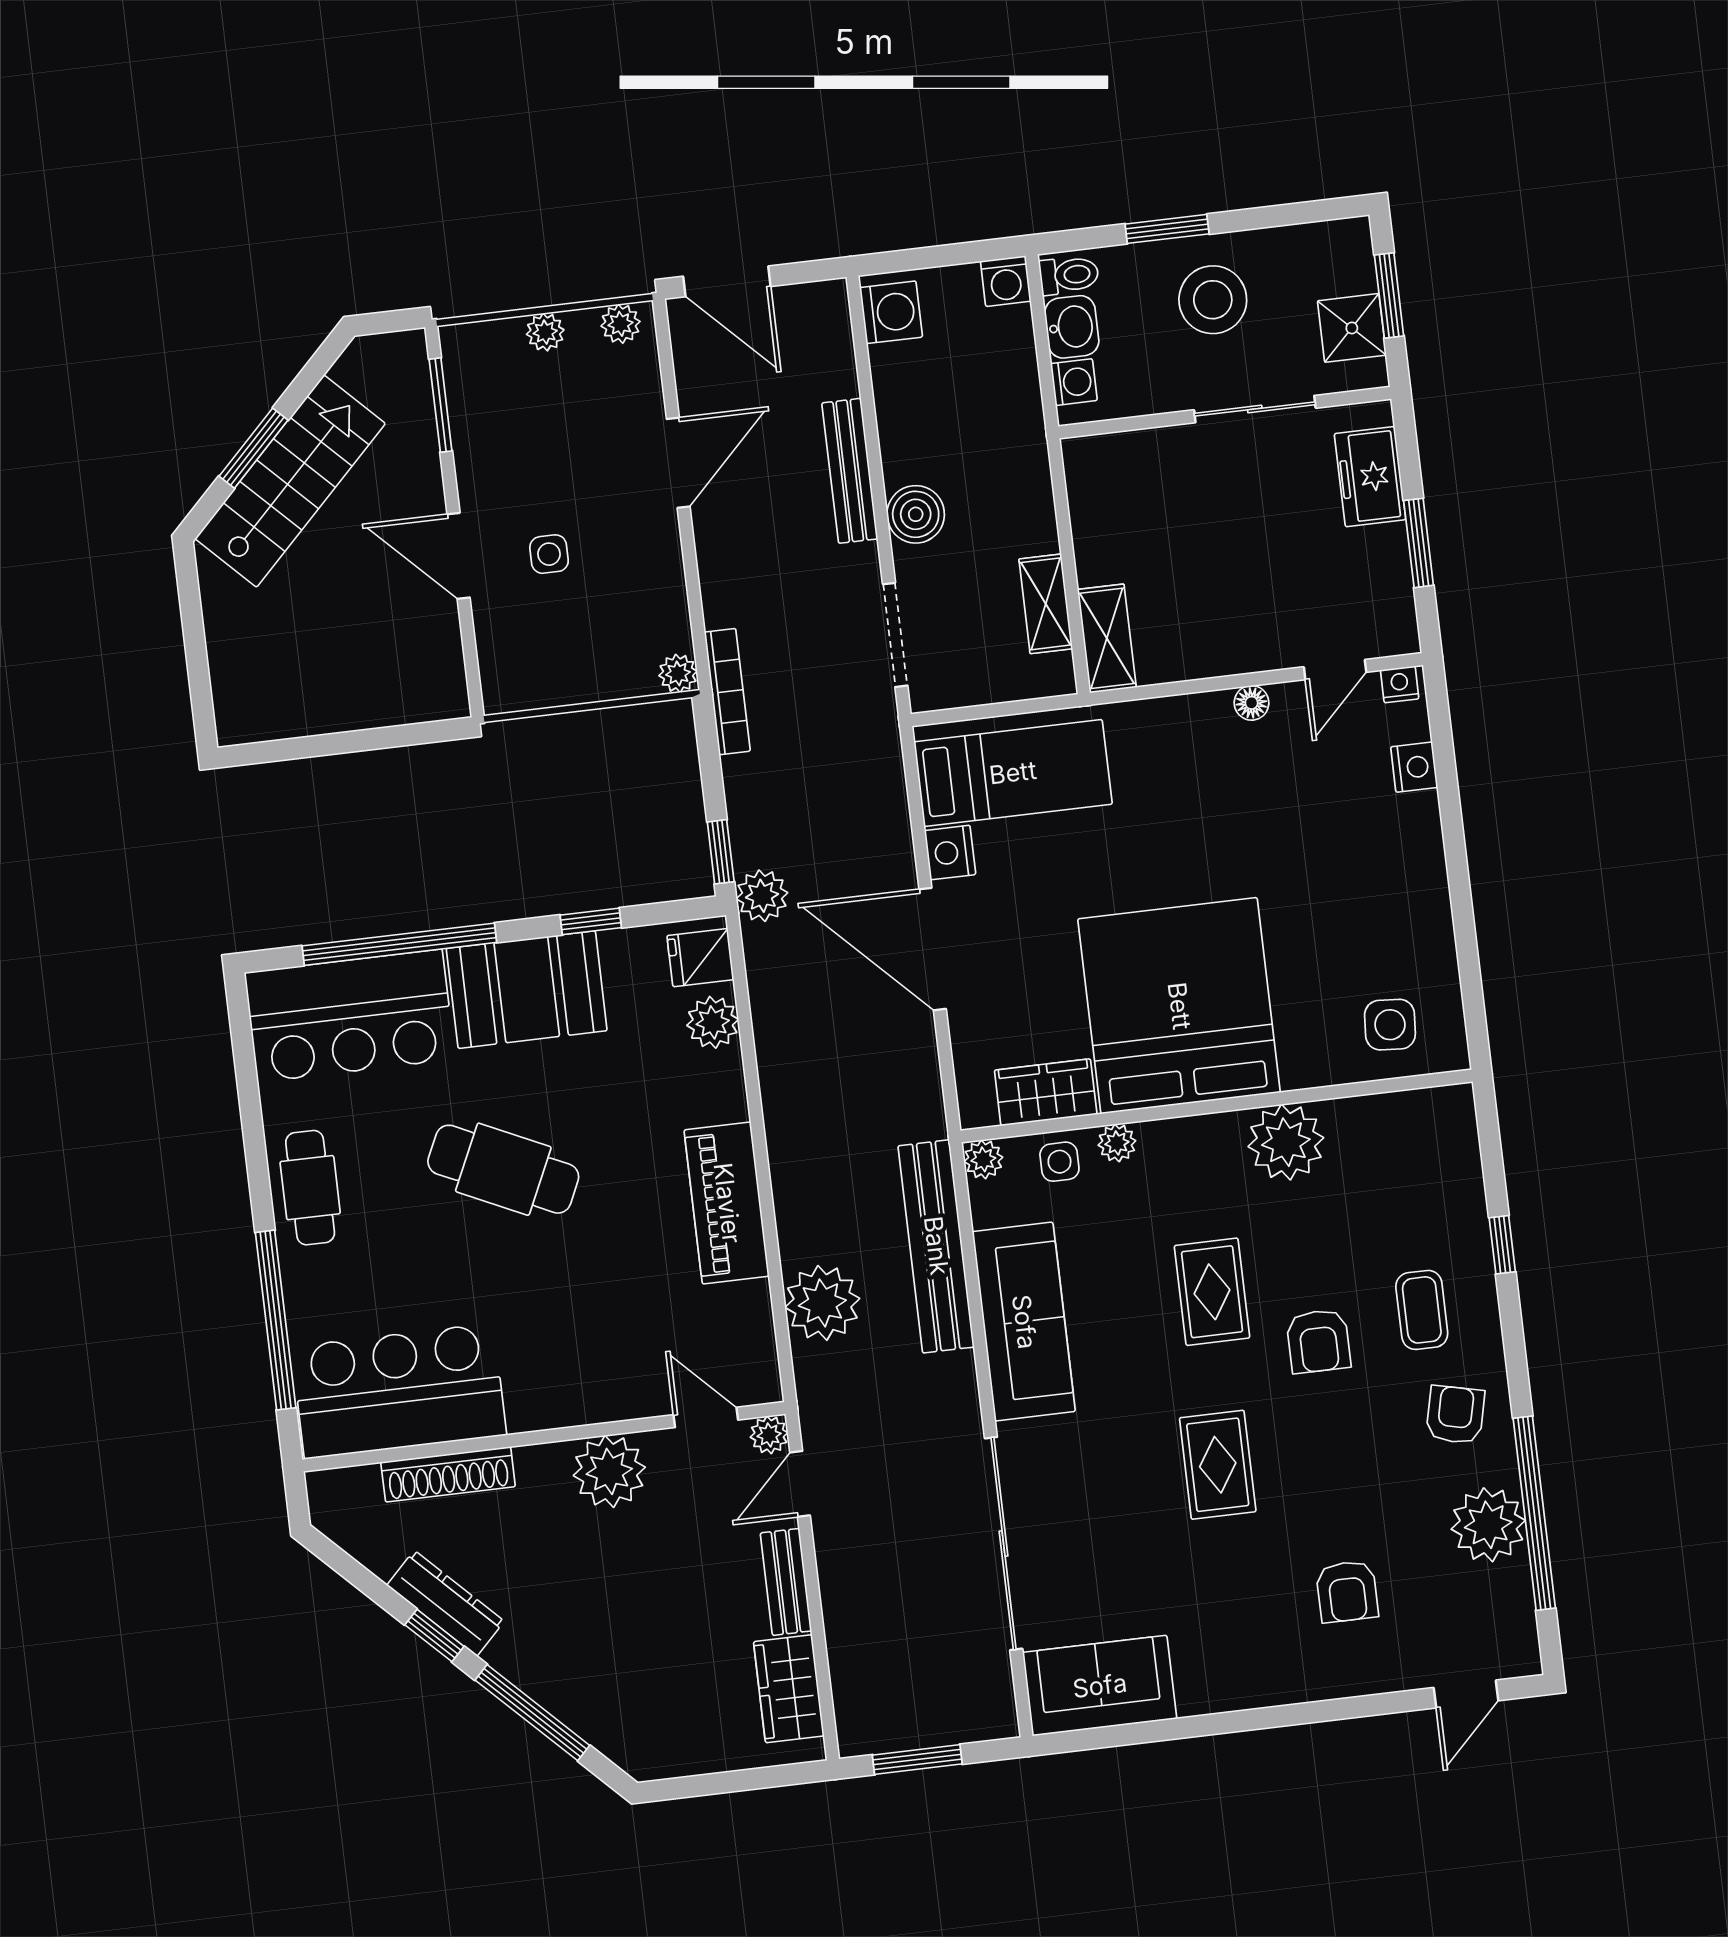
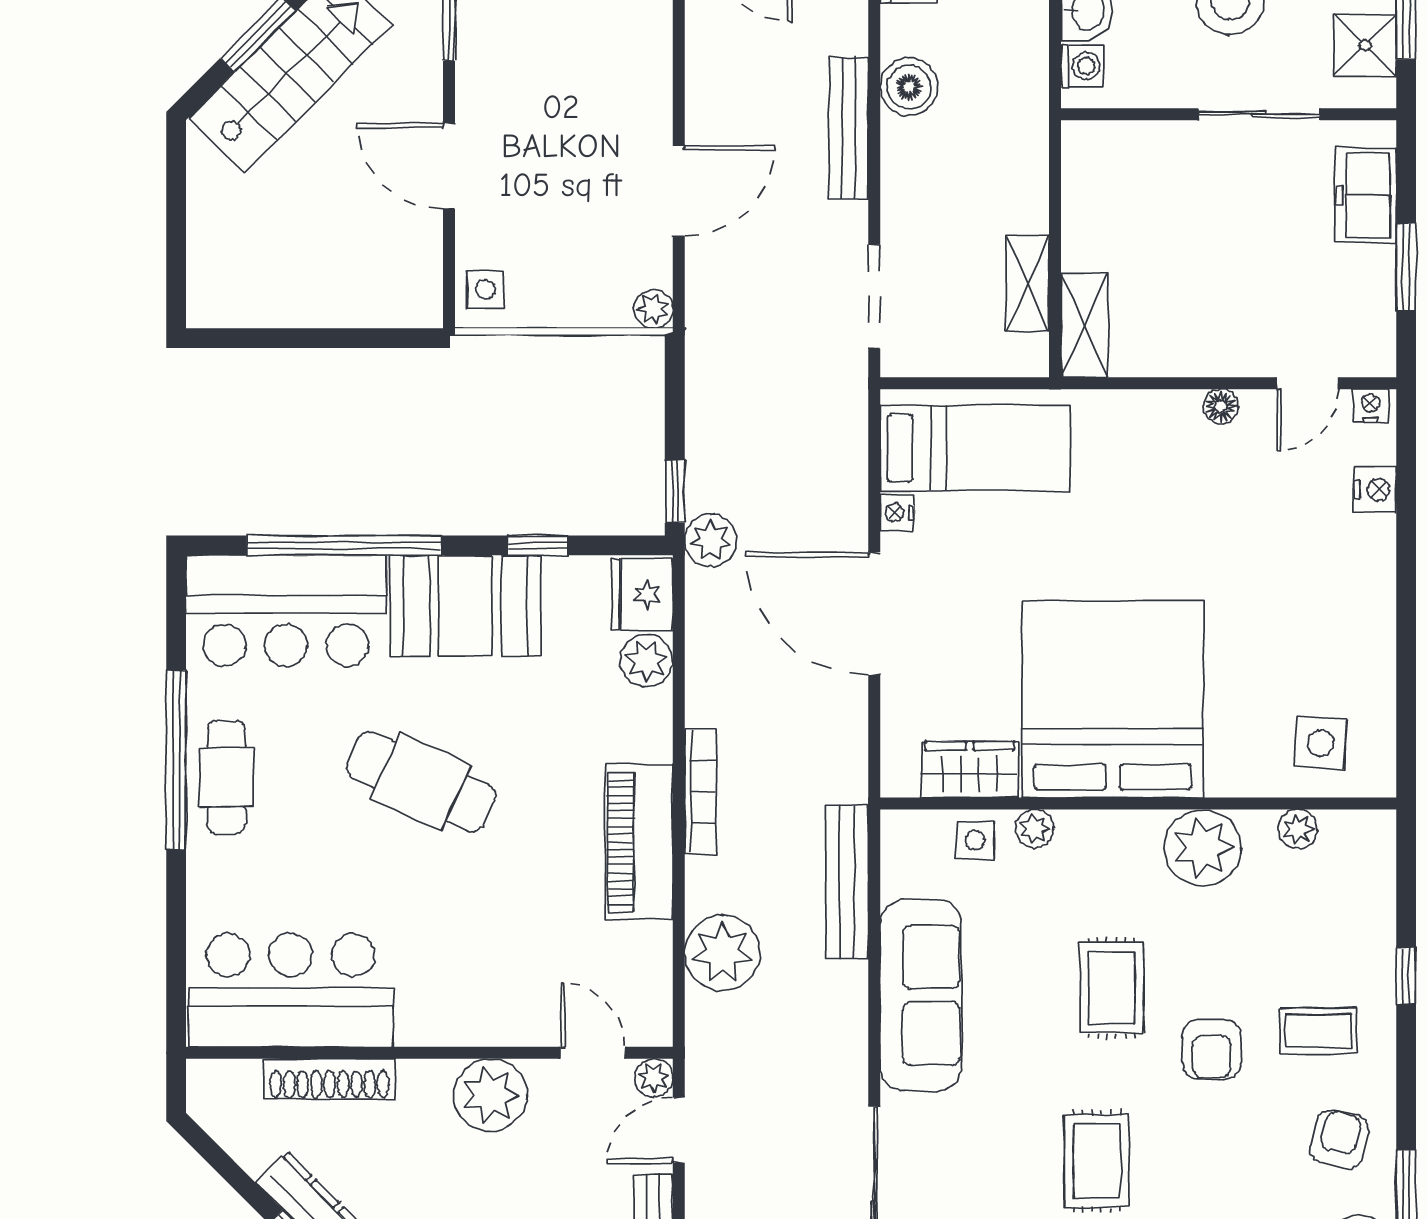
door: (678, 463) -> (679, 191), moved
boiler: (916, 514) -> (909, 87), moved
side table: (549, 554) -> (485, 289), moved
bookcase: (727, 692) -> (700, 792), moved
nightstand: (950, 853) -> (897, 513), width x0.72, depth x0.74
fridge: (700, 958) -> (642, 595), width x1.38
plant: (983, 1159) -> (1298, 829), moved
bench: (936, 1246) -> (847, 882), width x0.73, depth x0.82
coffee table: (1422, 1310) -> (1318, 1031), turned 90
window: (276, 1320) -> (176, 760), moved

